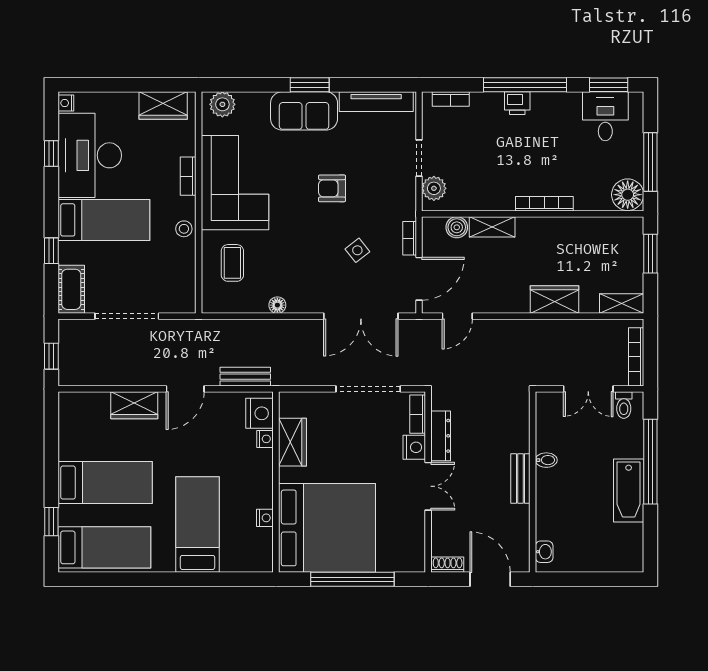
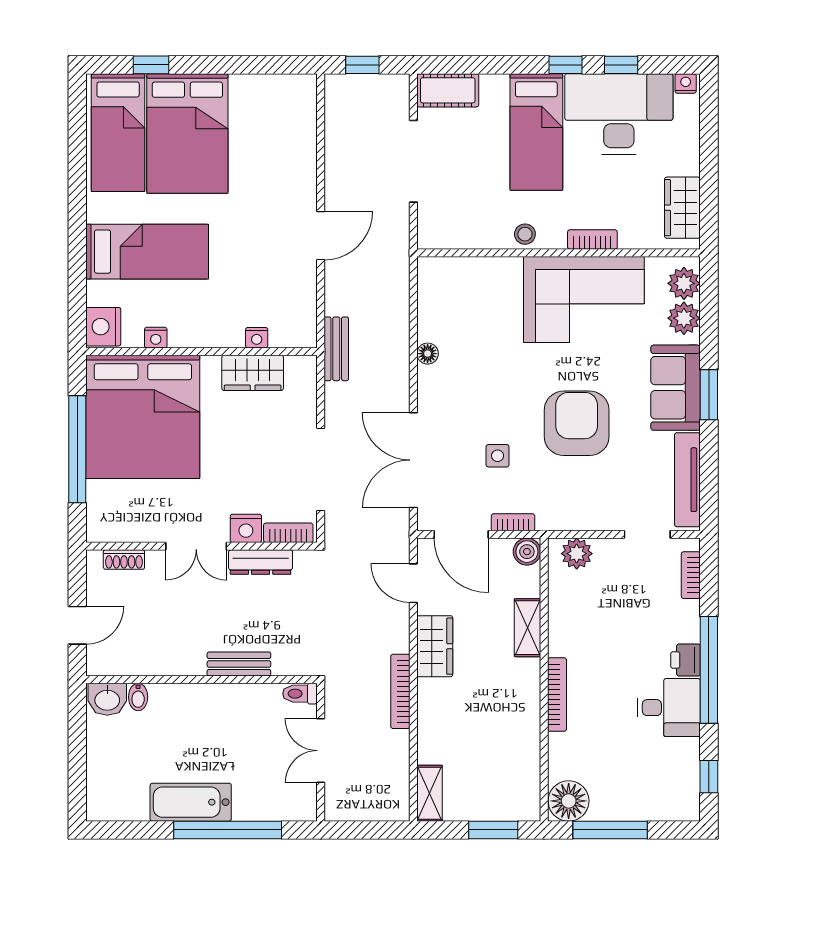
window: (609, 85) -> (709, 777), width x0.67
plant: (250, 104) -> (684, 318), added
desk: (605, 116) -> (669, 708), moved
doorway: (419, 158) -> (647, 534), moved
armchair: (332, 188) -> (577, 423), width x1.88, depth x1.88
boiler: (457, 227) -> (527, 552), moved
side table: (357, 250) -> (498, 456), turned 38
window: (51, 251) -> (565, 65), moved
coffee table: (232, 263) -> (481, 296), removed
wardrobe: (554, 299) -> (435, 646), moved
bookcase: (636, 357) -> (400, 691), moved, turned -90
bench: (245, 377) -> (336, 349), moved
door: (185, 389) -> (321, 236), swing flipped
wardrobe: (134, 405) -> (300, 171), removed
toilet: (624, 405) -> (300, 694), moved
nightstand: (260, 413) -> (103, 327), moved, turned 90
bidet: (546, 460) -> (138, 697), moved
bench: (520, 479) -> (239, 664), moved
bed: (105, 483) -> (187, 133), width x1.50
washbasin: (544, 552) -> (107, 699), width x1.38, depth x1.45
shoe rack: (448, 565) -> (124, 560), moved, turned 90
door: (490, 579) -> (77, 625), width x0.73

